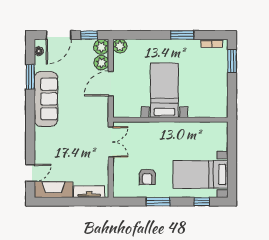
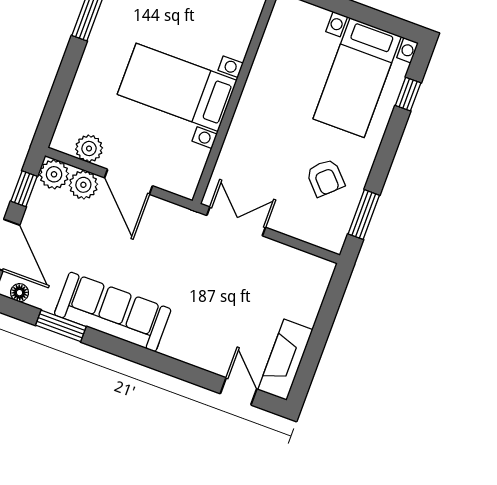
plant: (120, 46) -> (89, 148), moved
armchair: (147, 177) -> (325, 178), turned 47
tv unit: (89, 192) -> (313, 295), removed
window: (158, 202) -> (364, 215), moved

